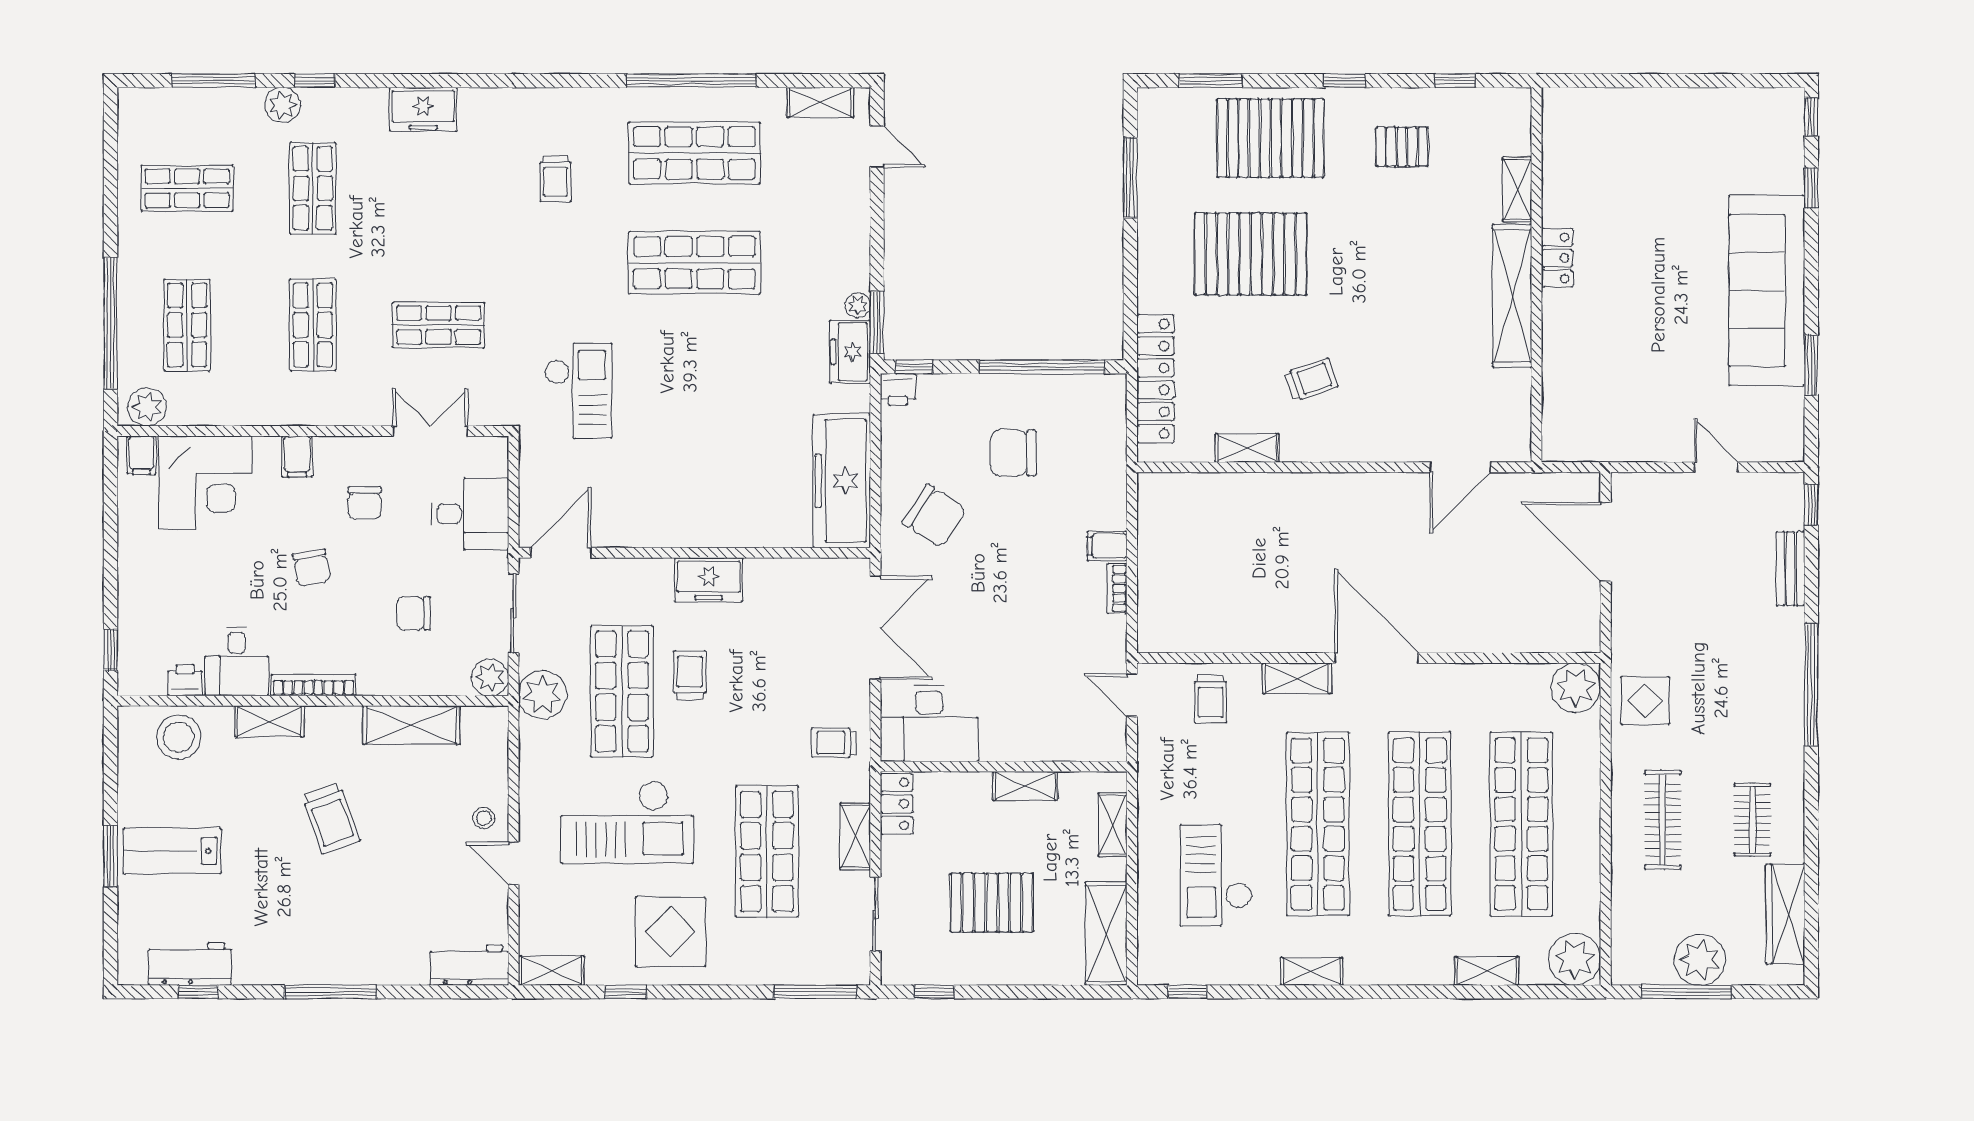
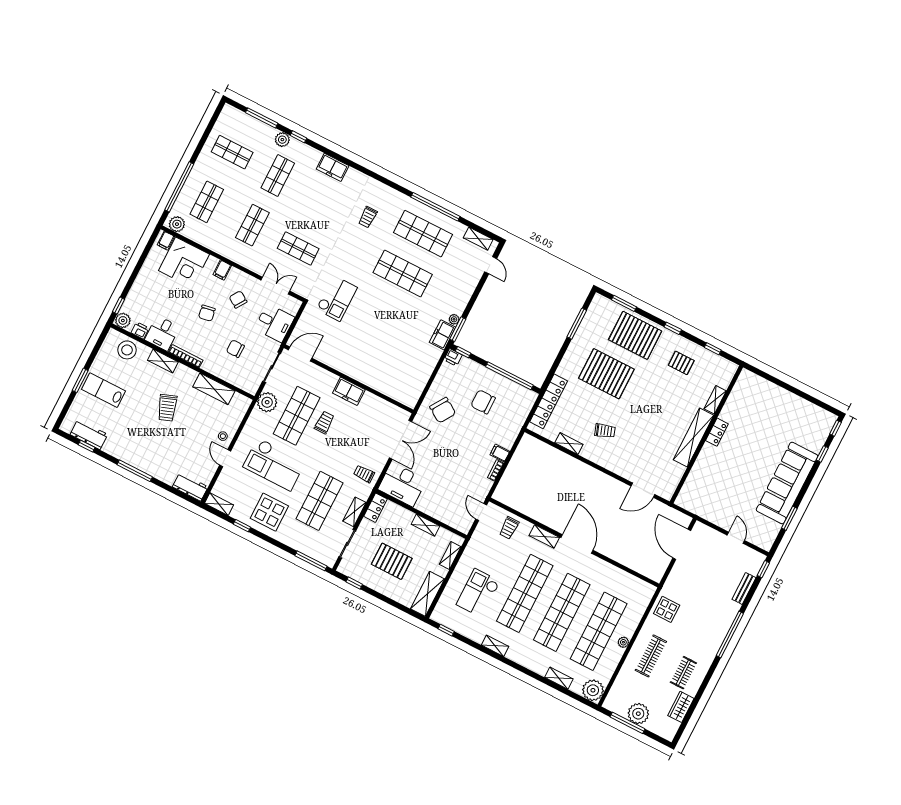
freezer: (842, 481) -> (416, 380), removed
chair: (364, 503) -> (238, 299), turned 123
plant: (490, 677) -> (123, 320), moved
plant: (1576, 688) -> (623, 642), moved, width x0.53, depth x0.53
wardrobe: (1785, 914) -> (681, 707), width x0.67

